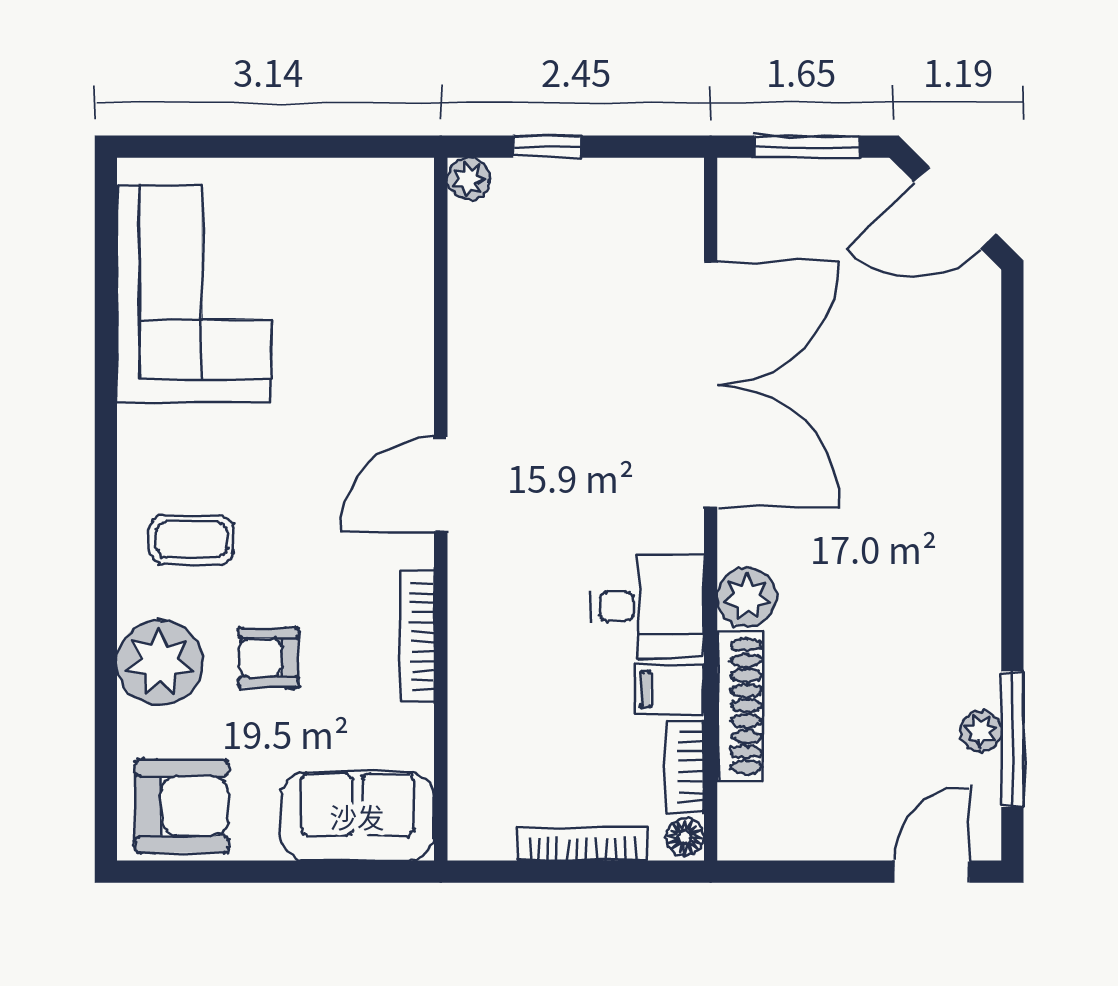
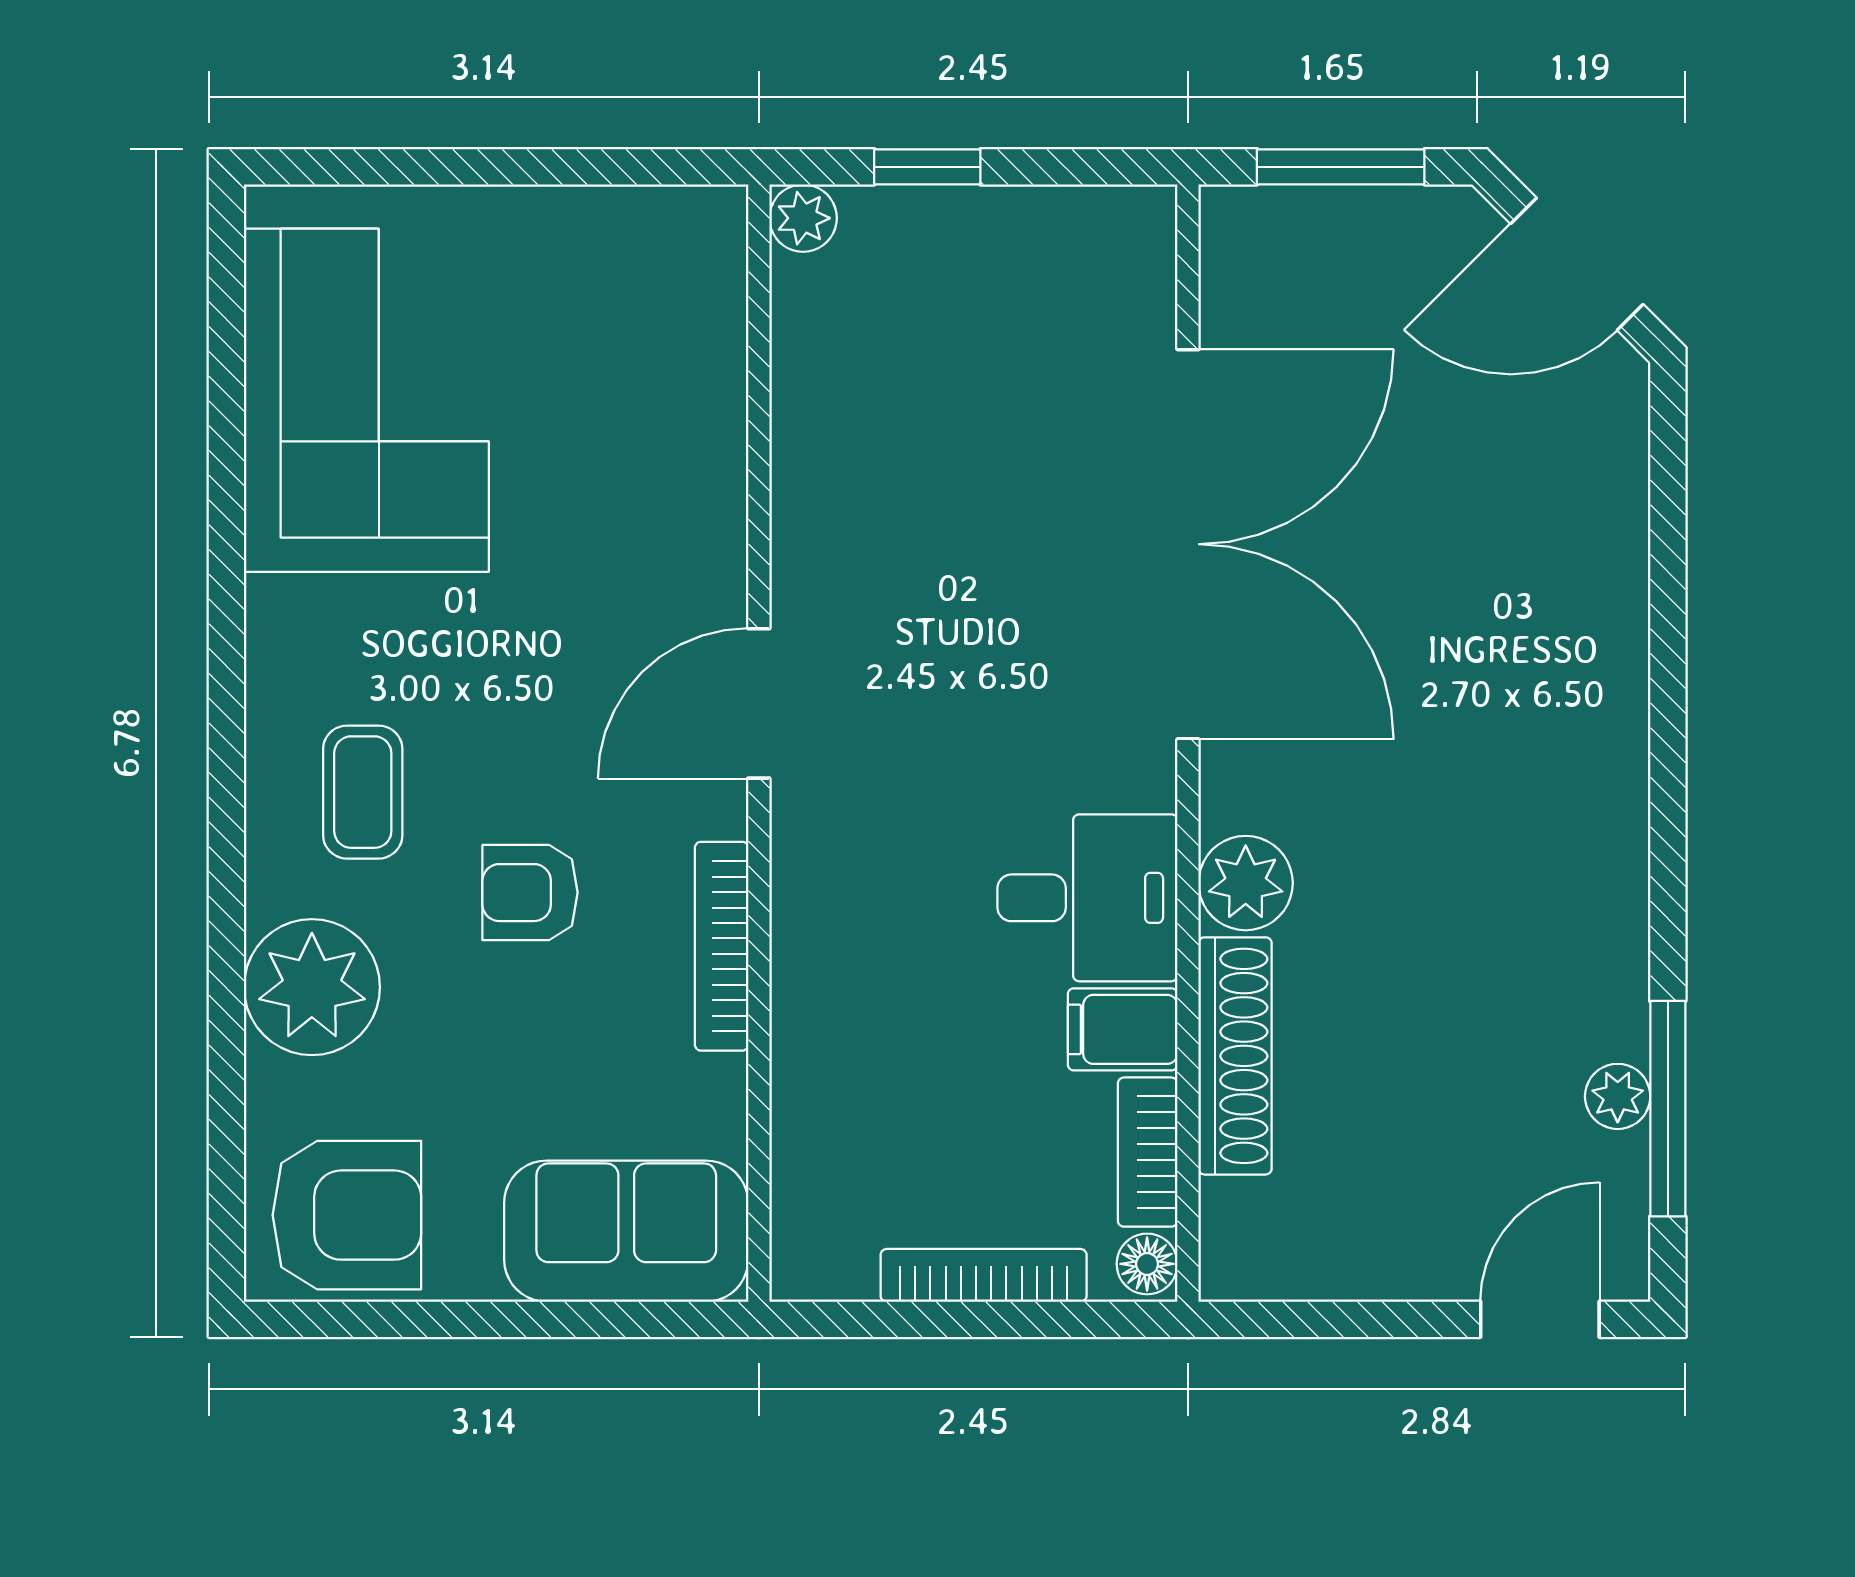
coffee table: (192, 540) -> (363, 792), turned 90
armchair: (269, 658) -> (530, 893), moved

